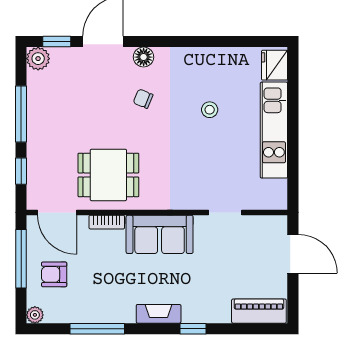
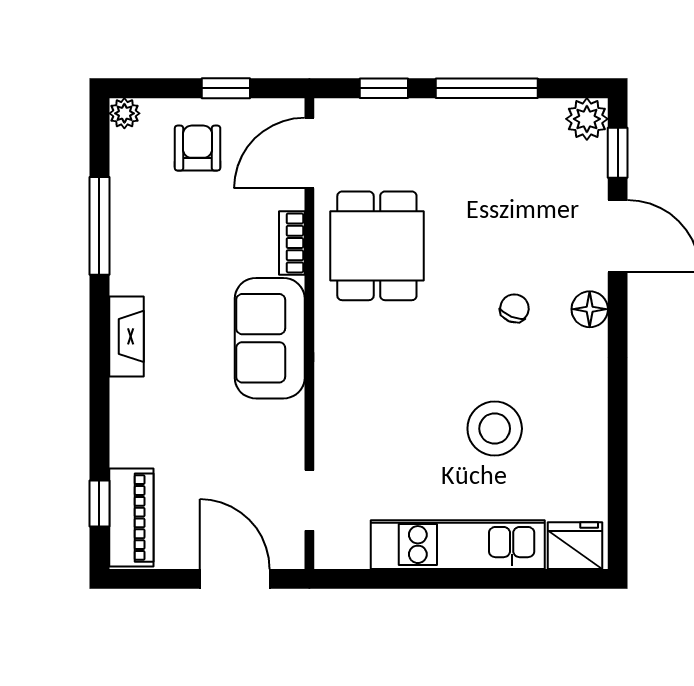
stool: (210, 110) -> (495, 429), width x1.89, depth x1.89
doorway: (225, 212) -> (309, 500), moved
door: (293, 254) -> (235, 579), swing flipped
window: (21, 259) -> (226, 88), width x0.46
window: (193, 329) -> (99, 504), moved

